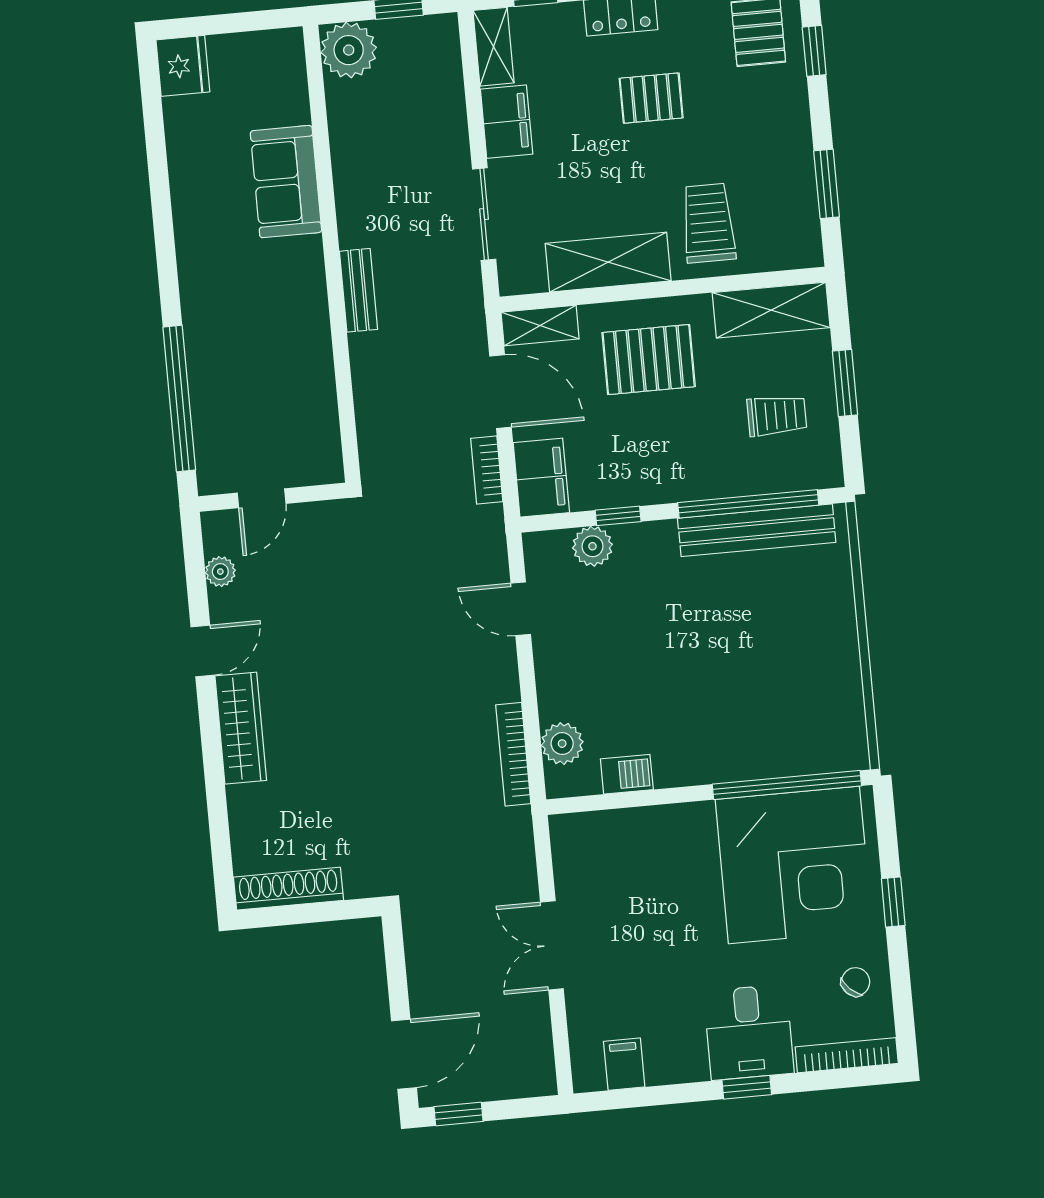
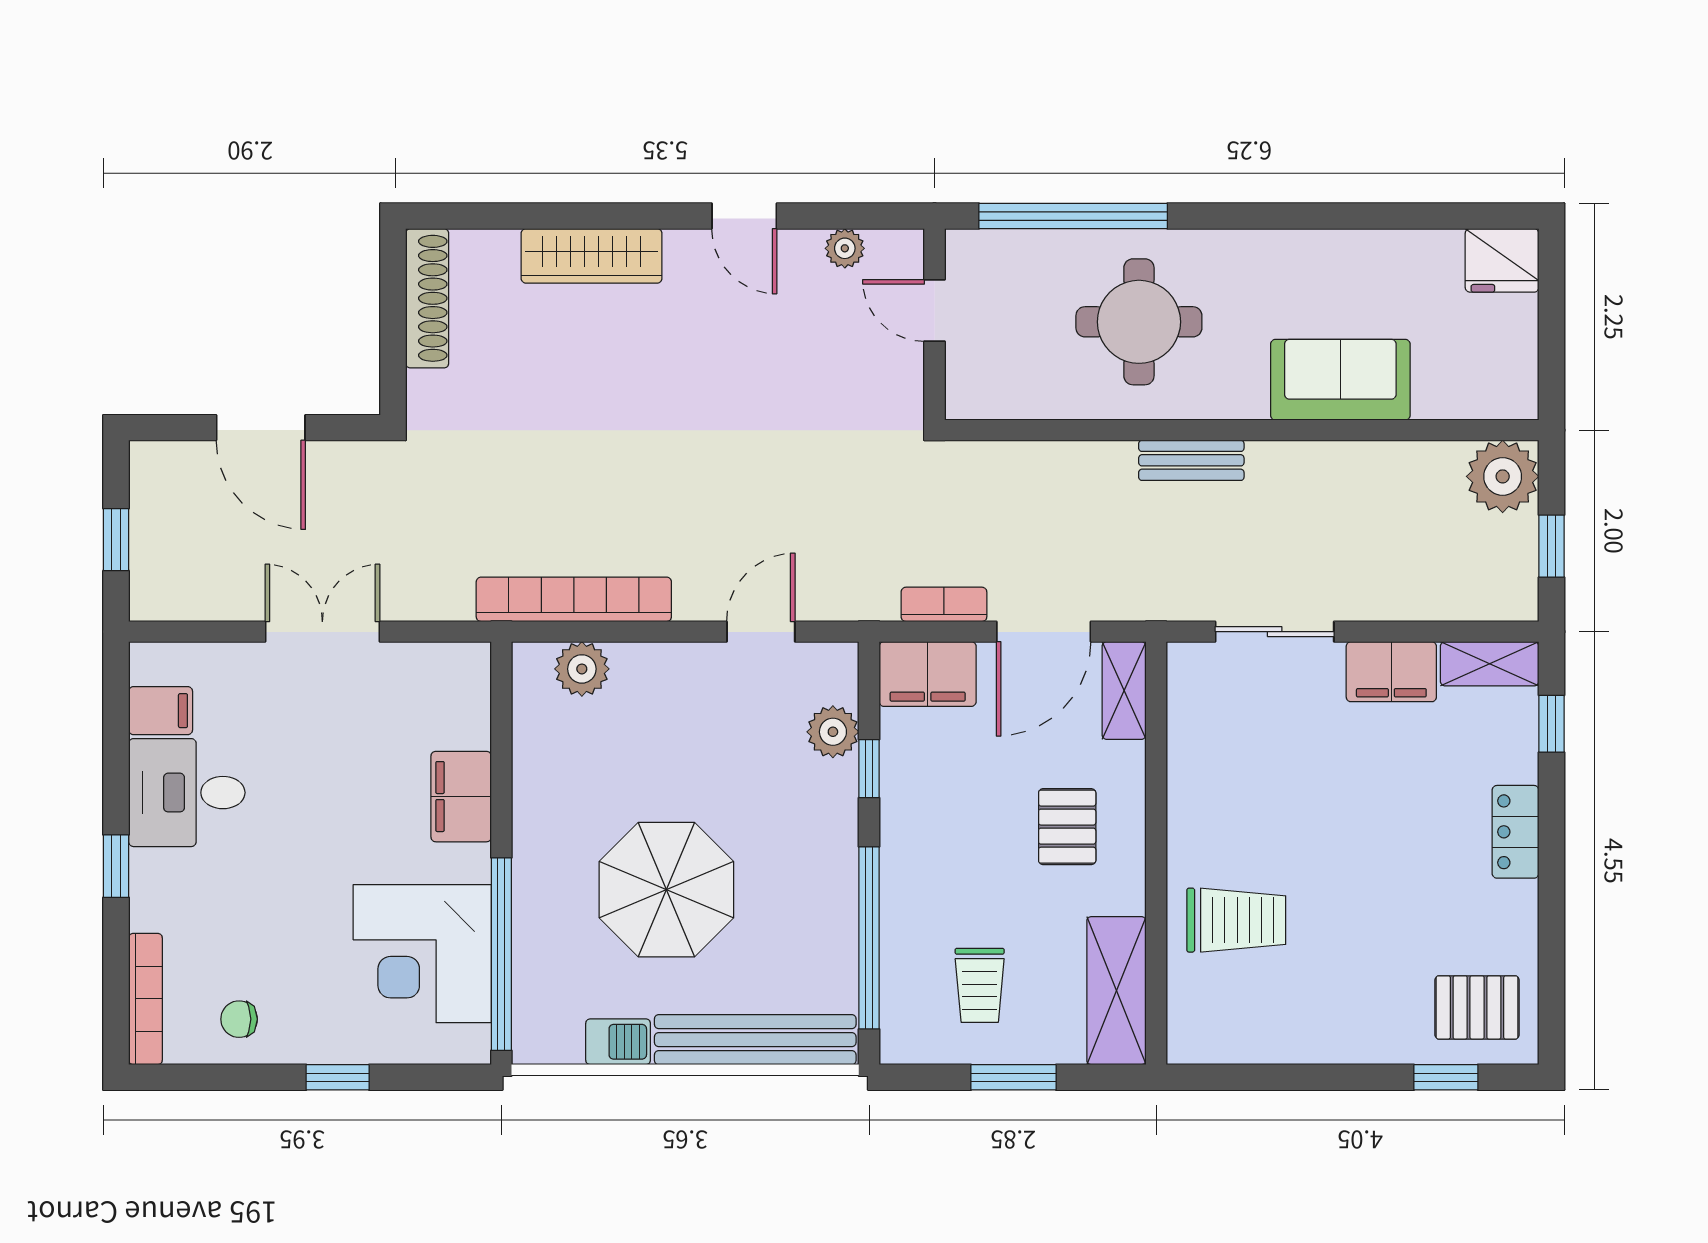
pallet: (651, 98) -> (1404, 861), removed
window: (827, 184) -> (1273, 1077), removed
shelving: (608, 262) -> (1198, 786), removed
round table: (256, 340) -> (1139, 322), added
pallet: (649, 360) -> (1067, 827), width x0.67, depth x0.71
bench: (757, 530) -> (755, 1040), moved, turned 90
parasol: (726, 663) -> (666, 890), added
wardrobe: (241, 728) -> (592, 256), moved
bookcase: (513, 754) -> (574, 599), width x1.48, depth x1.31
barbecue: (627, 774) -> (618, 1042), moved, turned -90
filing cabinet: (669, 827) -> (461, 797), added
corner desk: (794, 865) -> (422, 954), width x0.74, depth x0.74
chair: (856, 982) -> (239, 1019), turned 136
desk: (749, 1032) -> (187, 793), moved
door: (404, 1054) -> (261, 428), moved
window: (458, 1114) -> (116, 540), moved

